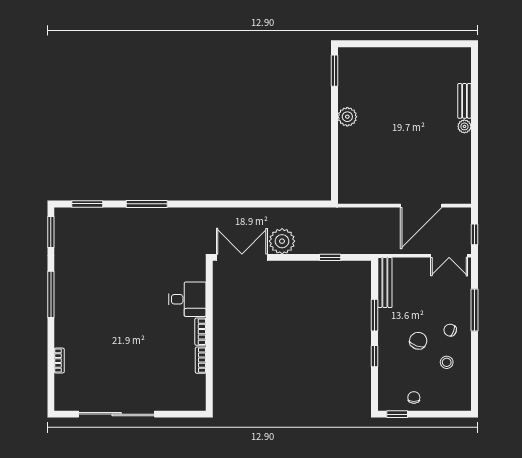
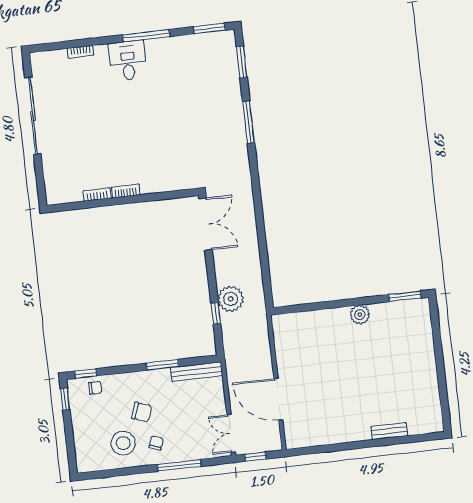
plant: (464, 126) -> (363, 434), removed
plant: (282, 241) -> (231, 299), moved
desk: (187, 299) -> (128, 60), moved, turned 180
window: (374, 356) -> (86, 374), moved
stool: (447, 362) -> (123, 443), width x1.89, depth x1.89
chair: (414, 397) -> (95, 388), moved

